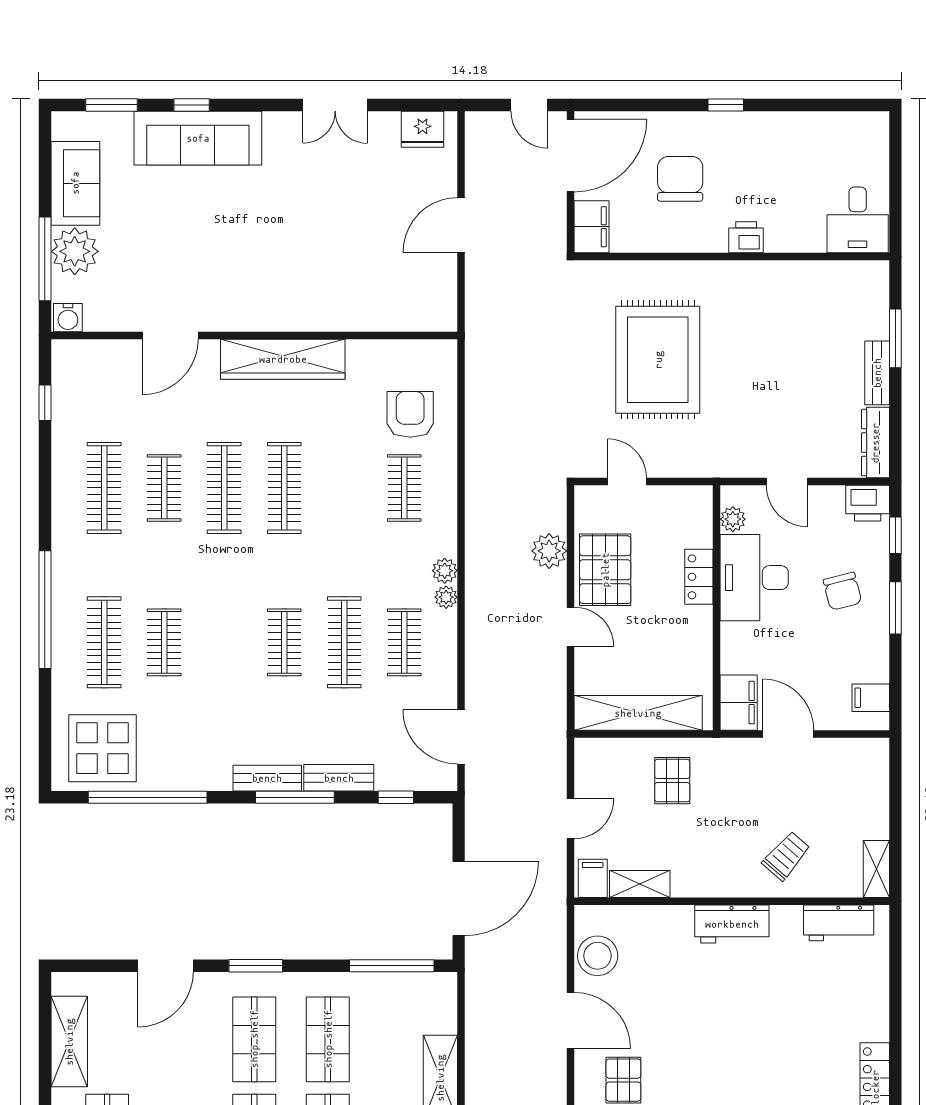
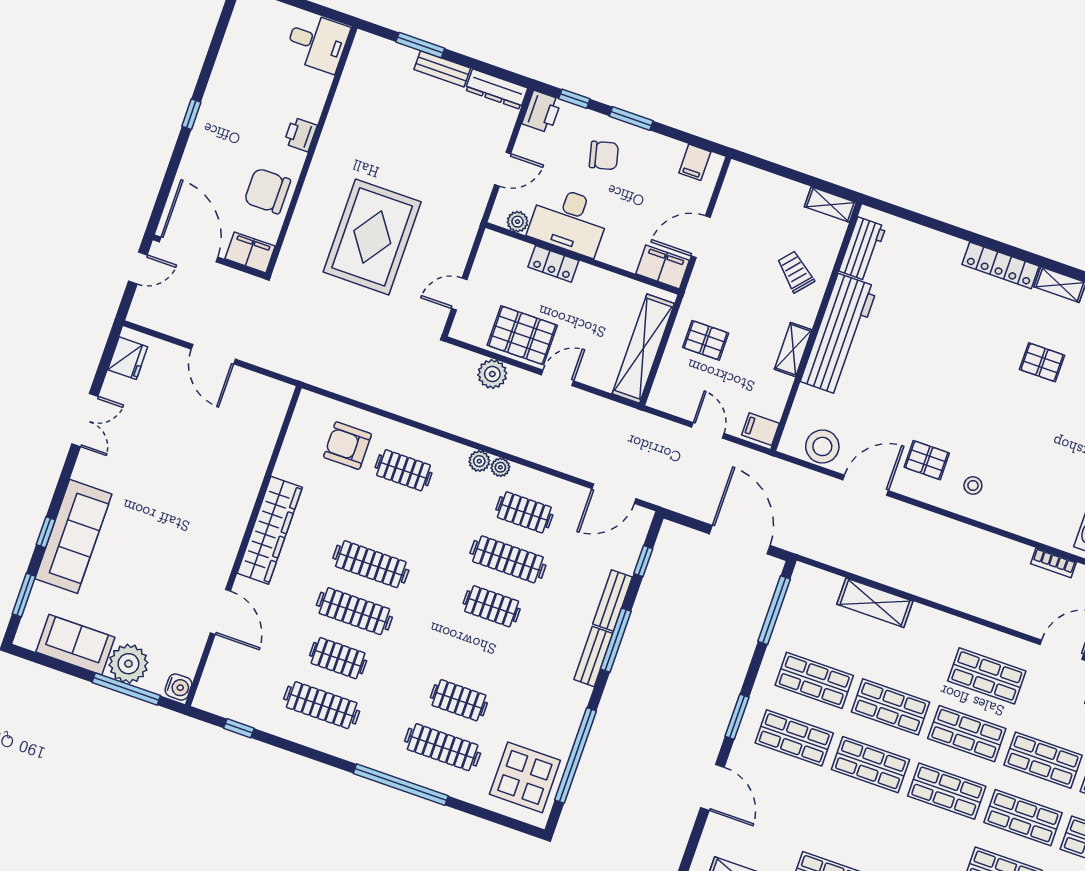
chair: (680, 179) -> (267, 191), moved
rug: (658, 360) -> (372, 237), turned 90
shelving: (640, 884) -> (793, 350), moved
workbench: (732, 924) -> (839, 334), width x1.88, depth x1.32

